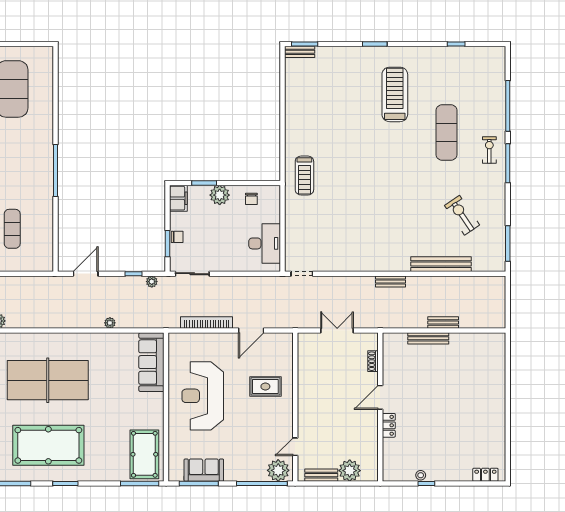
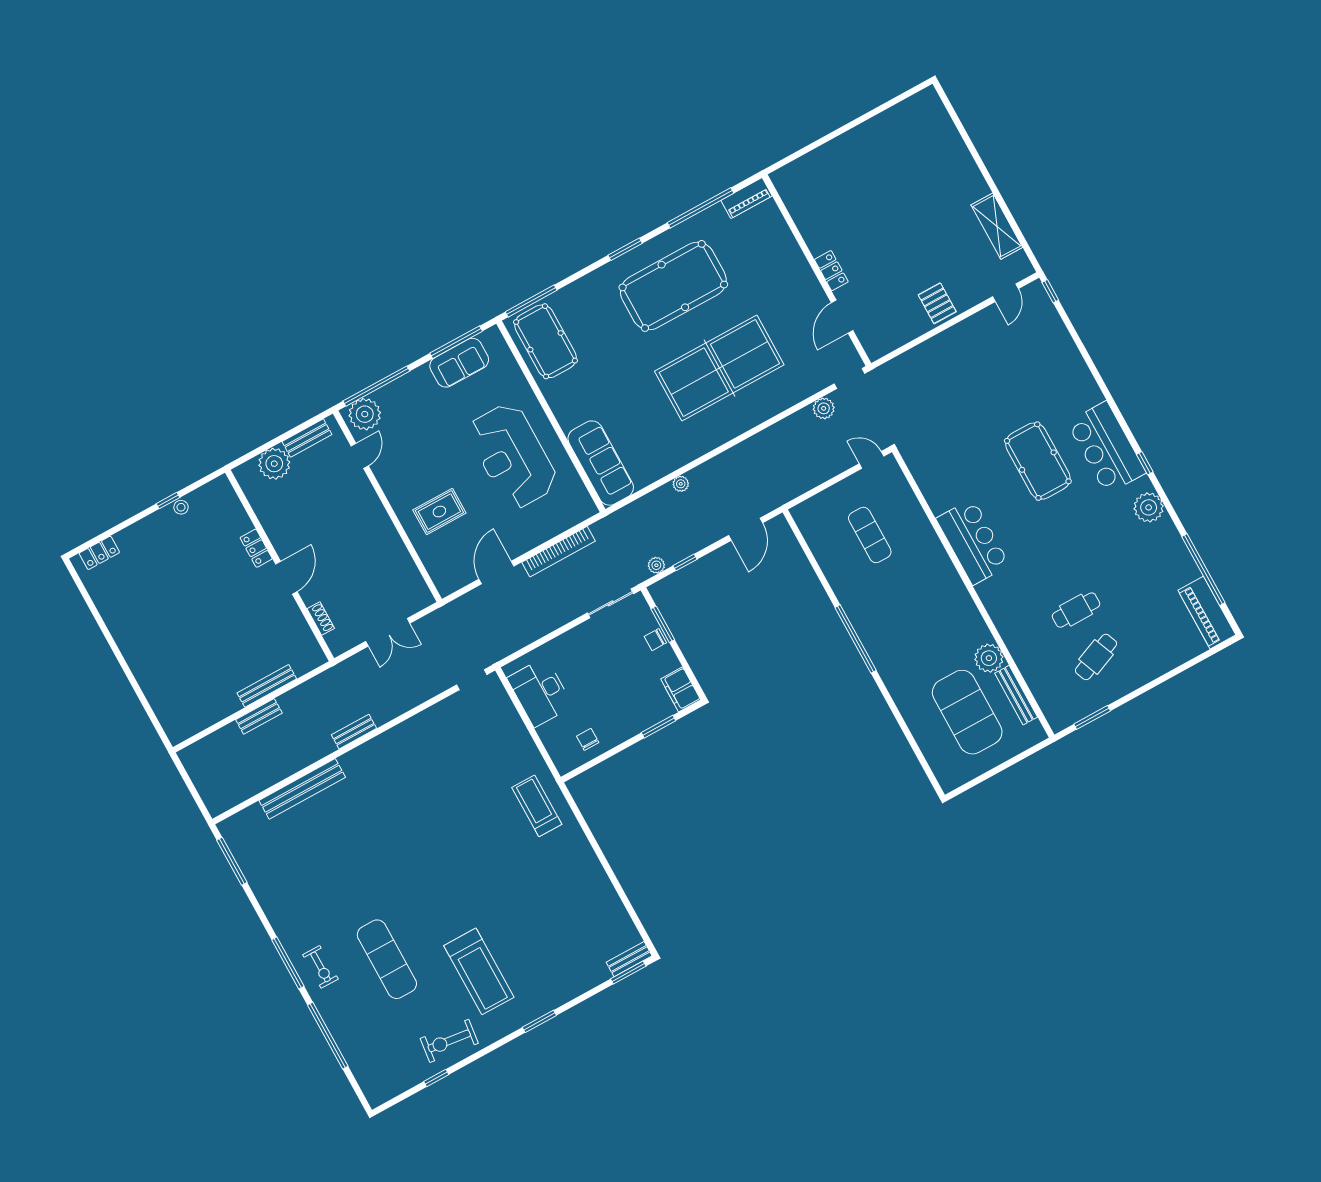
plant: (220, 195) -> (631, 722), removed
exercise bike: (462, 215) -> (449, 1041), moved, turned 131
reception desk: (203, 396) -> (512, 456), turned 180

